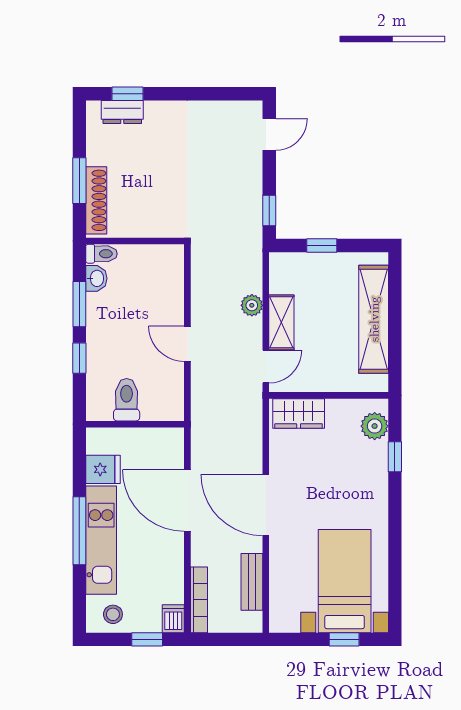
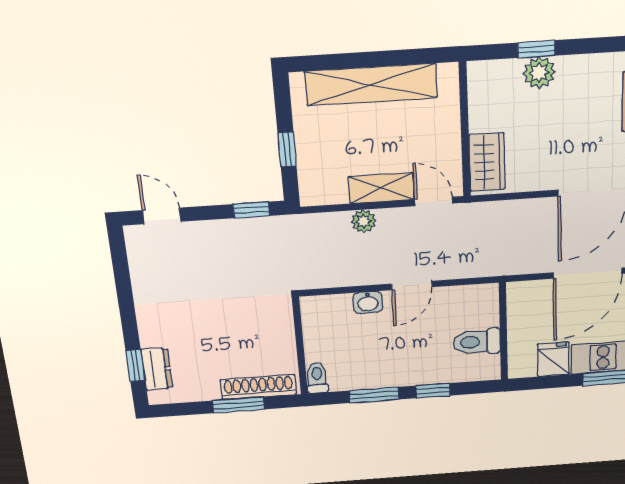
washbasin: (96, 278) -> (368, 302), moved, turned 180
plant: (375, 426) -> (539, 73), moved

